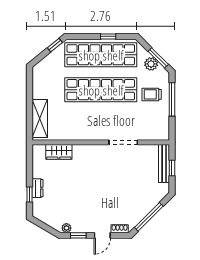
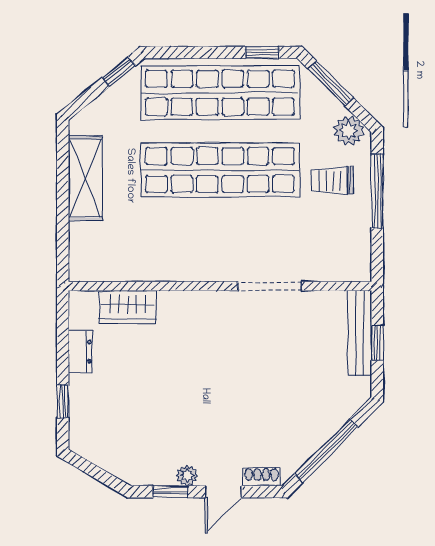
window: (108, 36) -> (262, 52), moved
window: (158, 58) -> (331, 84), moved
plant: (151, 64) -> (349, 131), moved
shelving: (40, 119) -> (85, 179), moved
dresser: (37, 188) -> (80, 351), moved
plant: (66, 228) -> (187, 475), moved

